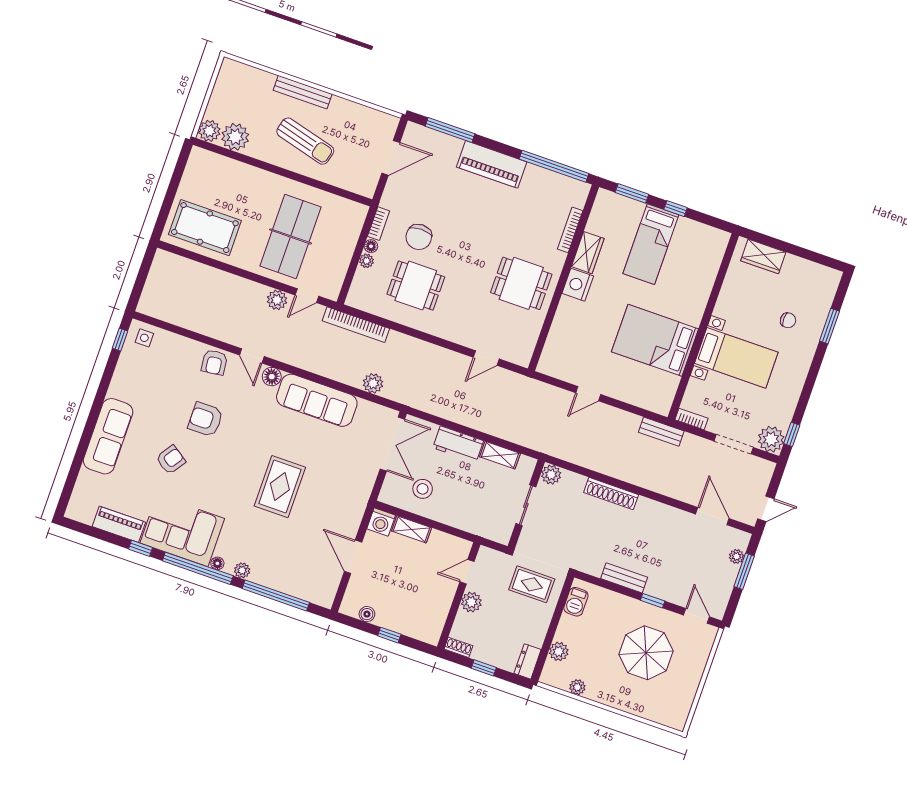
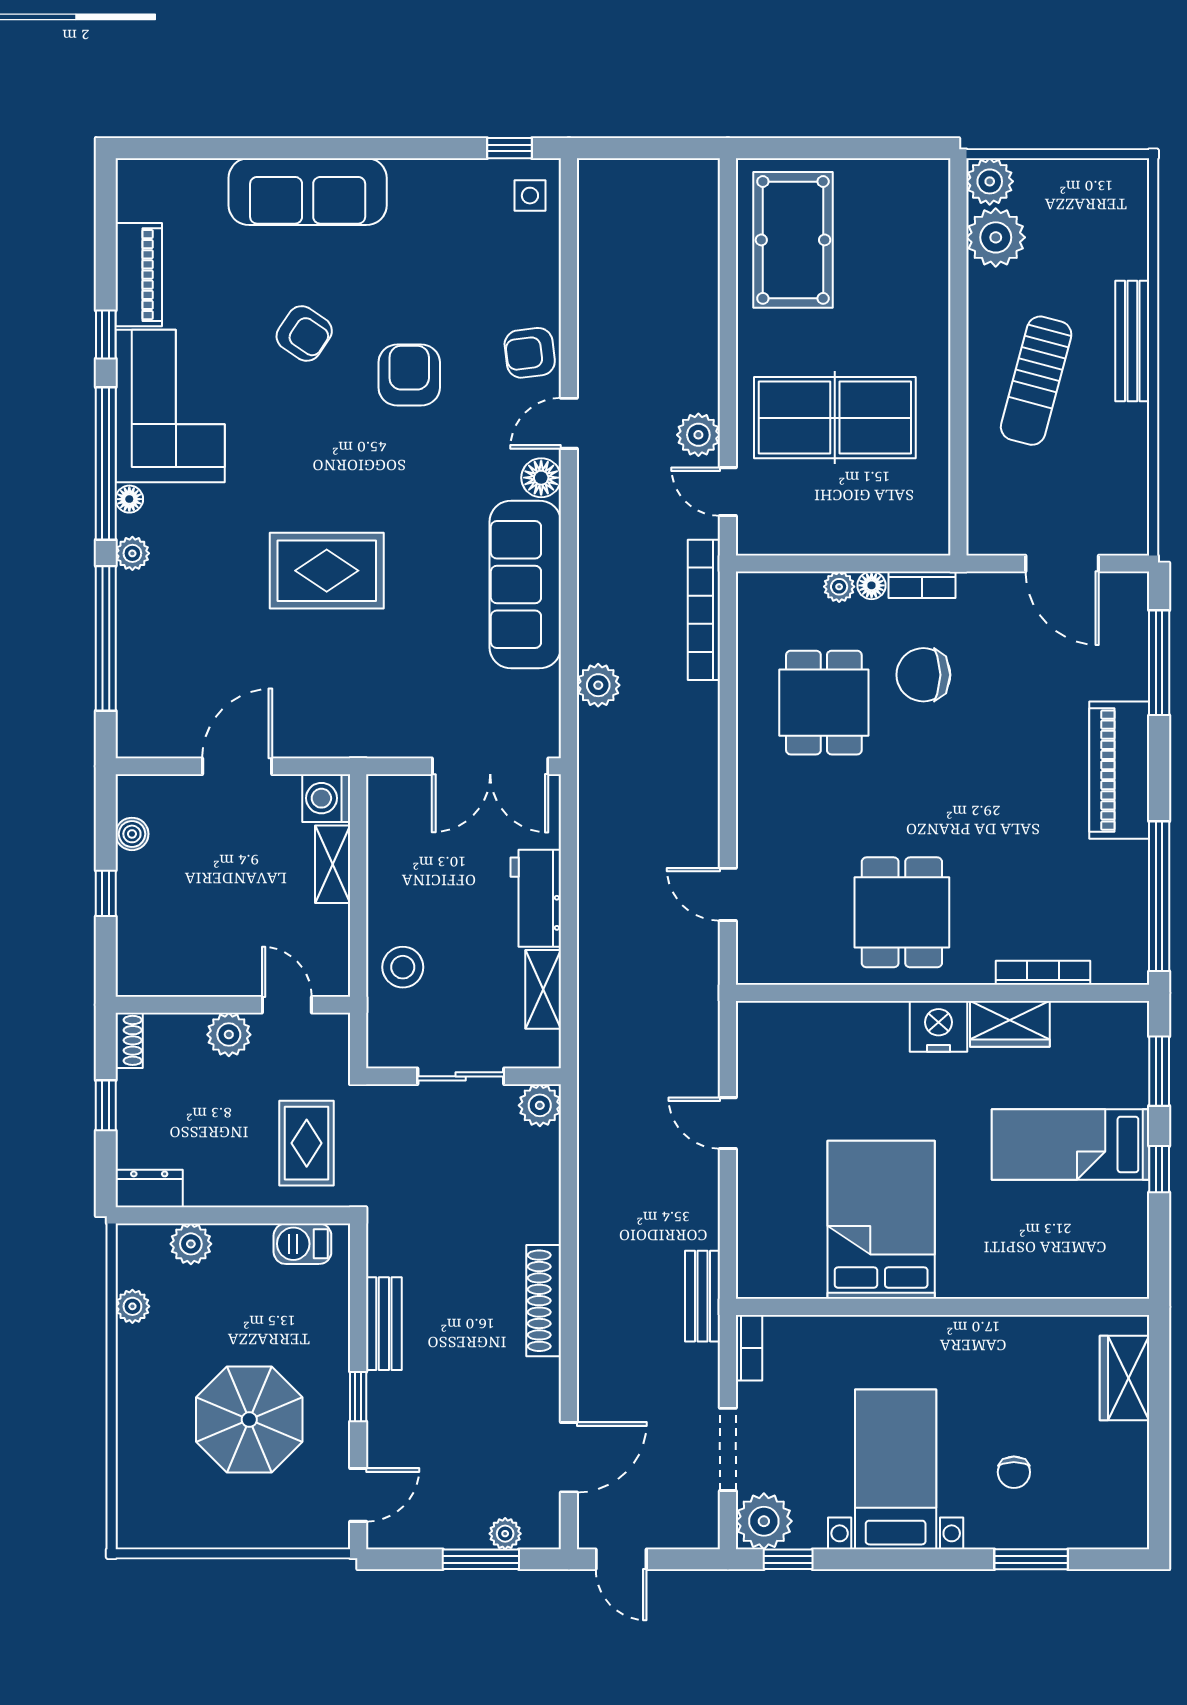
bed with nightstands: (736, 358) -> (896, 1469), moved, turned 180
stool: (423, 489) -> (403, 967), moved
shoe rack: (611, 494) -> (544, 1301), moved

